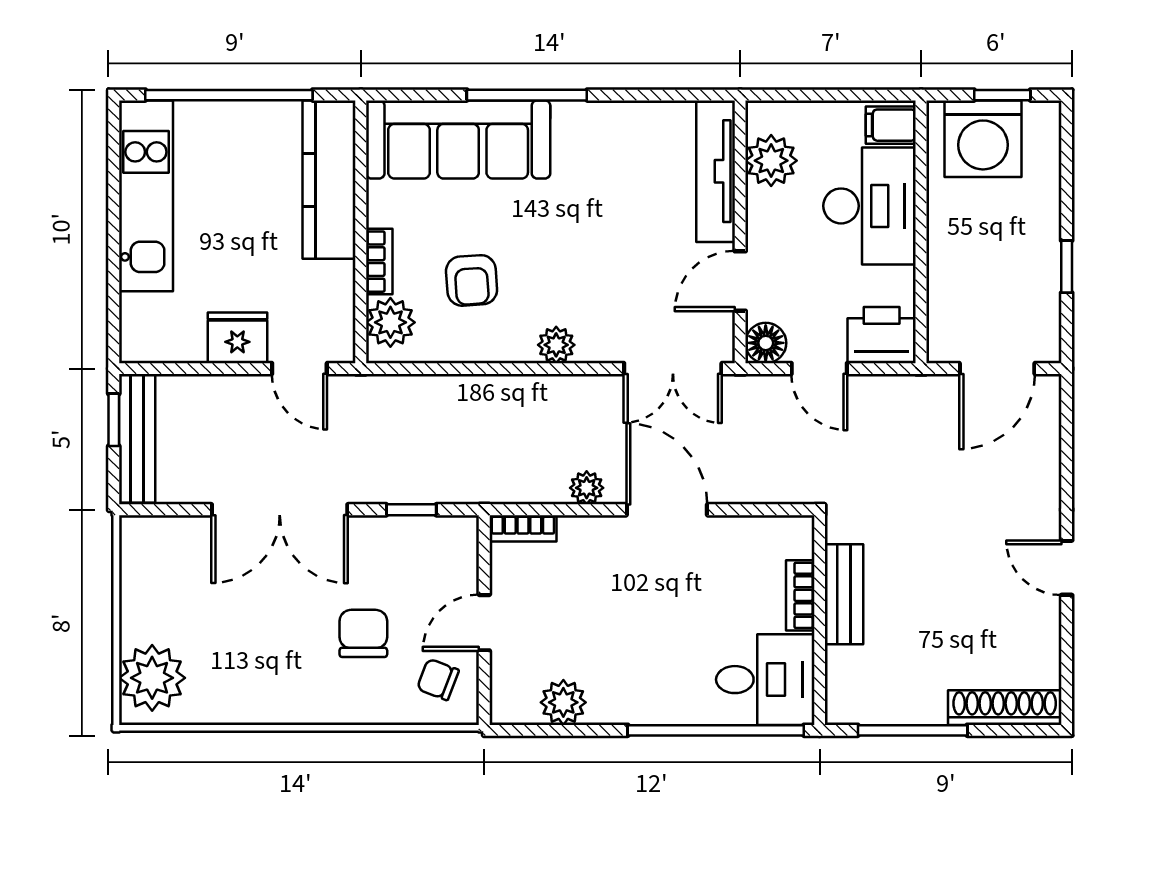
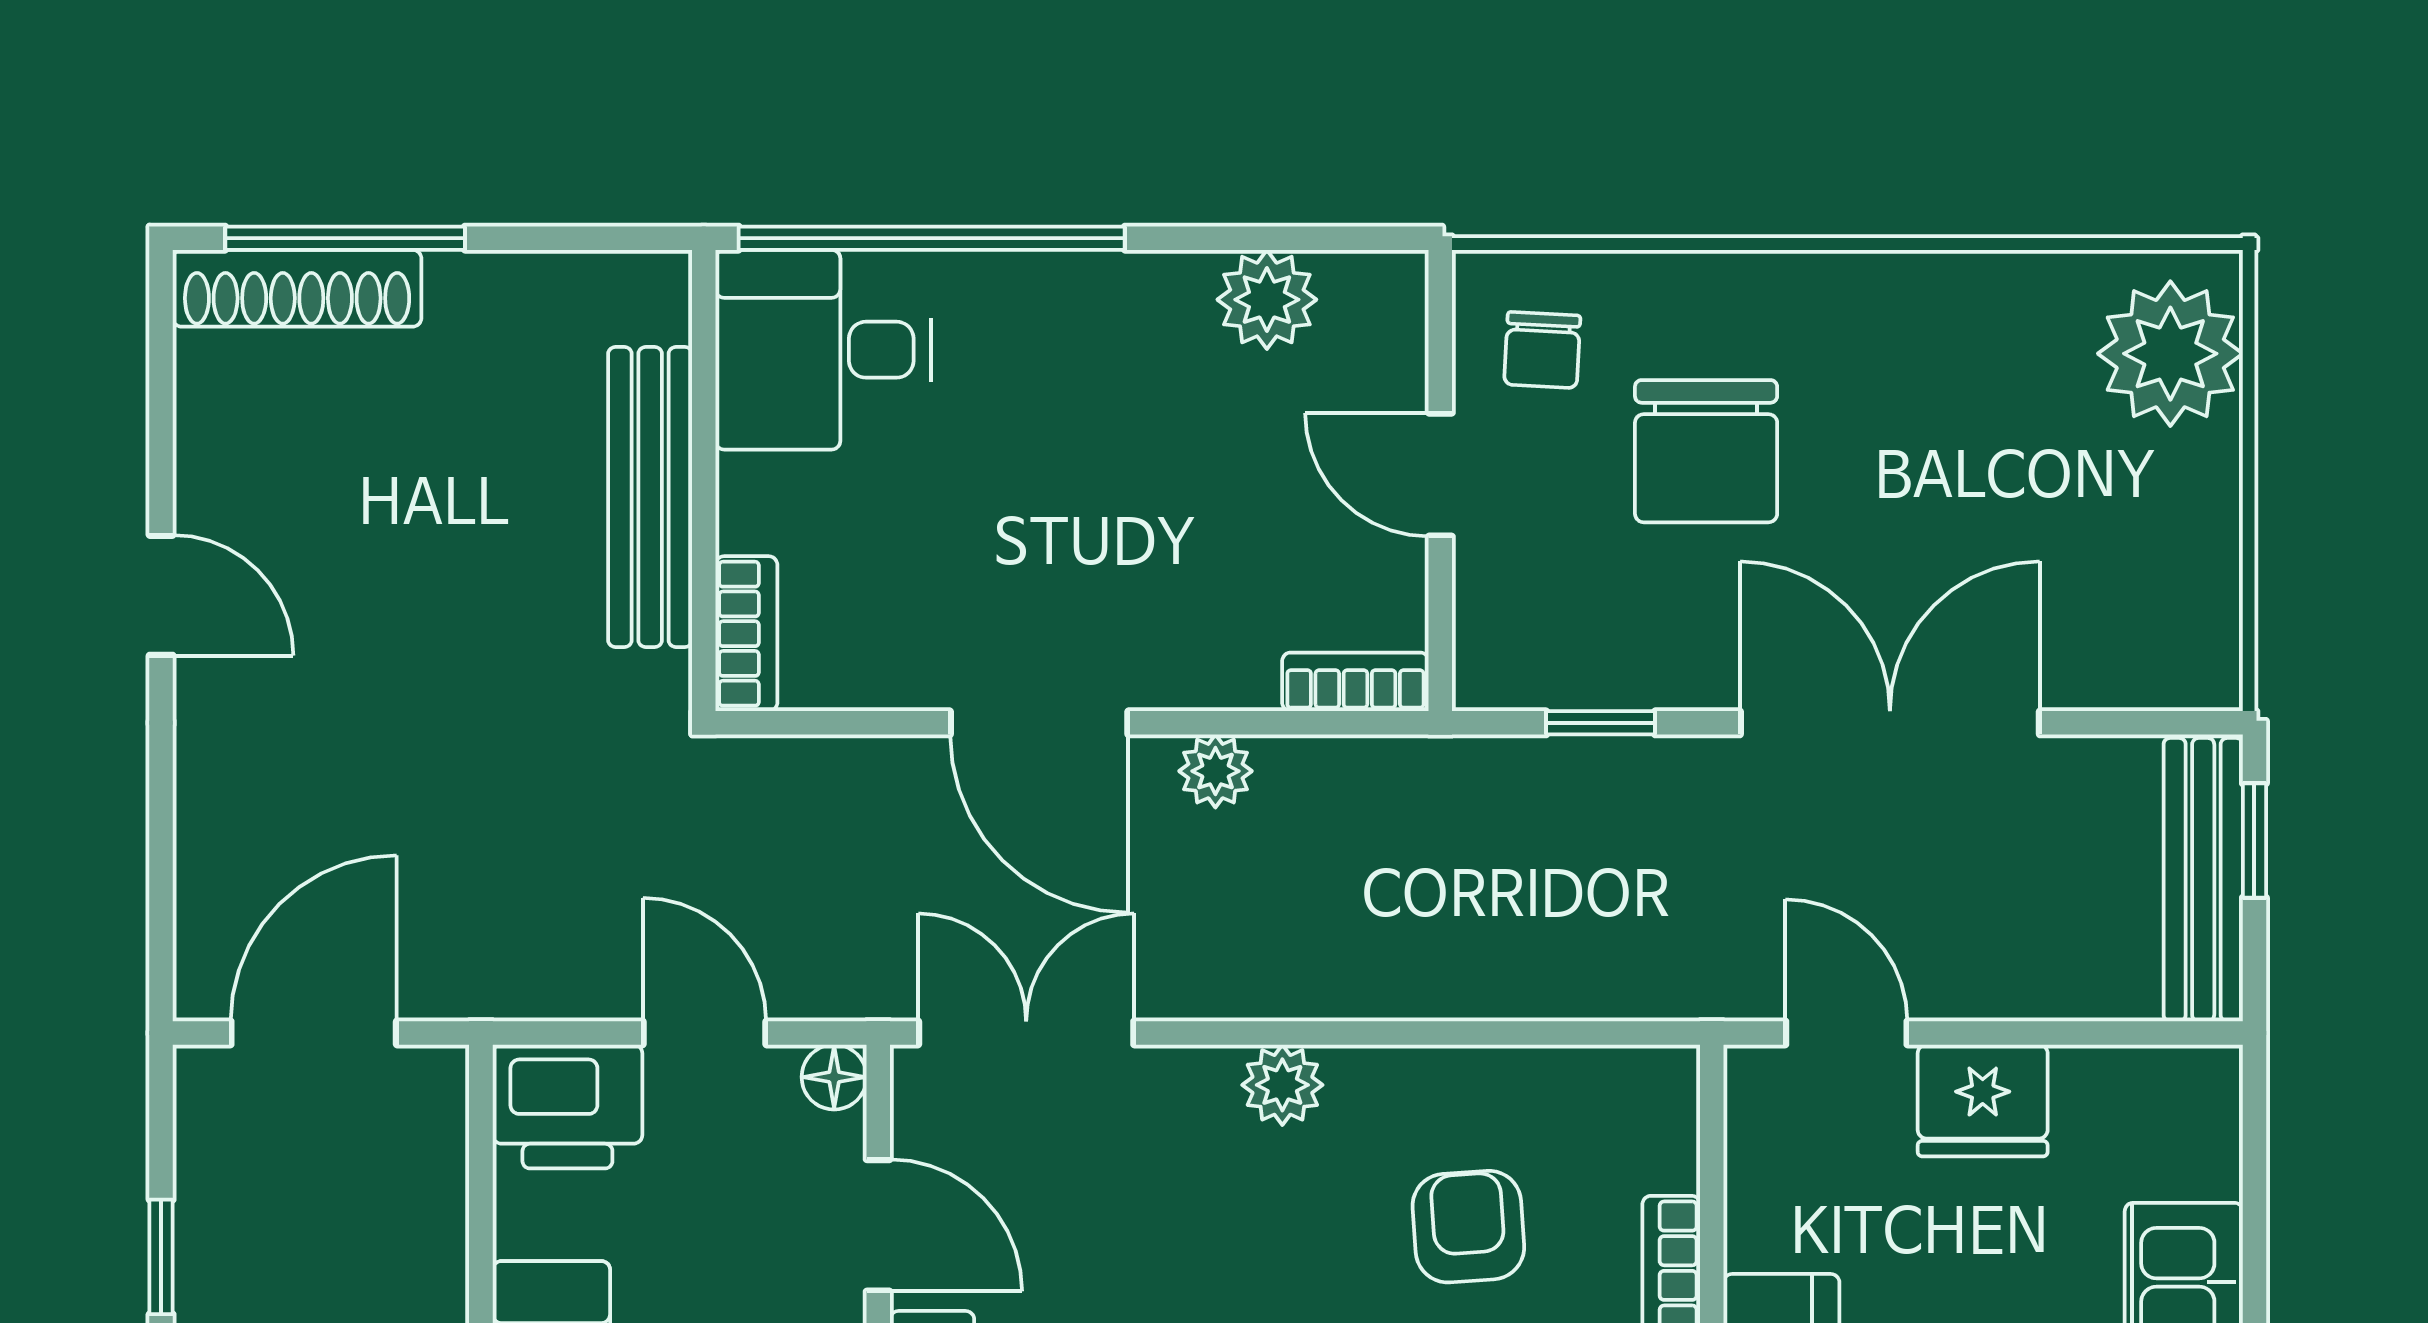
door: (740, 281) -> (878, 1225), hinge flipped
plant: (390, 322) -> (1646, 1134), removed
floor lamp: (766, 343) -> (834, 1077), width x0.73, depth x0.73
window: (114, 420) -> (2254, 841), moved
bench: (844, 594) -> (650, 497), width x1.36
bookcase: (800, 595) -> (746, 634), moved
door: (484, 623) -> (1440, 475), swing flipped
chair: (363, 633) -> (1706, 451), width x1.37, depth x1.37
chair: (438, 679) -> (1542, 350), turned 72
window: (913, 730) -> (345, 238), moved

